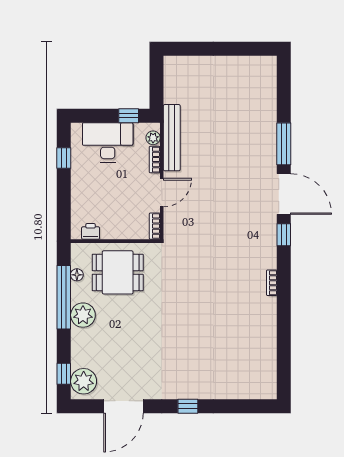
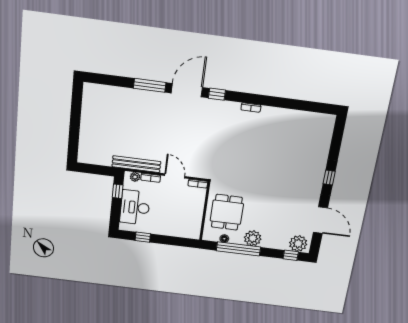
printer: (91, 231) -> (196, 226), removed

